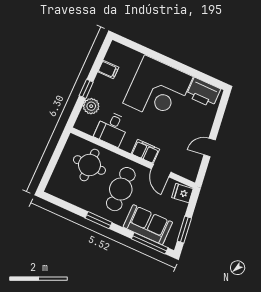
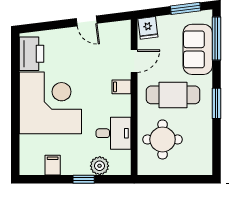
filing cabinet: (145, 151) -> (122, 87), width x0.50

